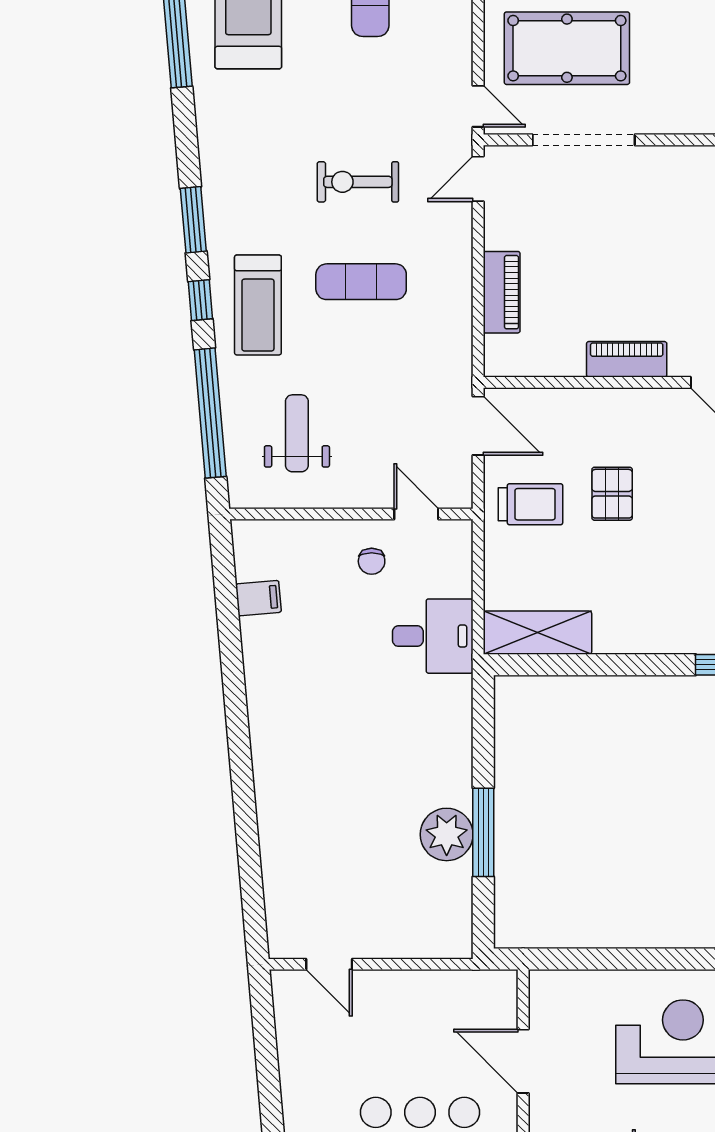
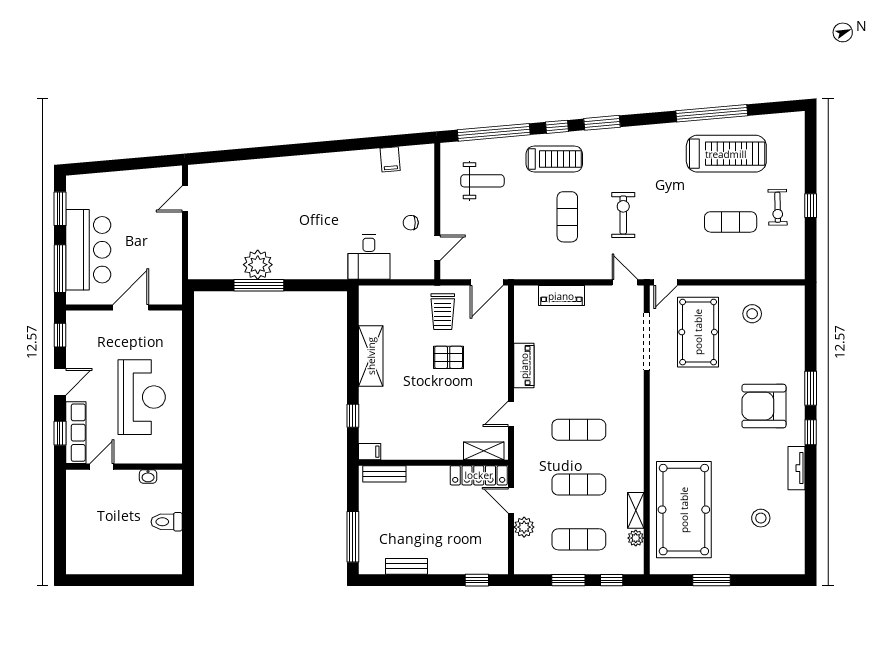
treadmill: (258, 305) -> (554, 159), turned 180
shelving: (537, 633) -> (371, 356), moved

